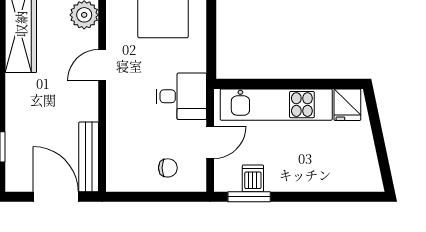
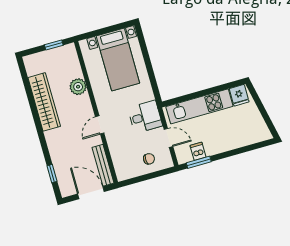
door: (102, 65) -> (100, 125), moved
door: (210, 142) -> (168, 138), hinge flipped

